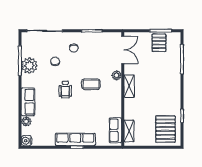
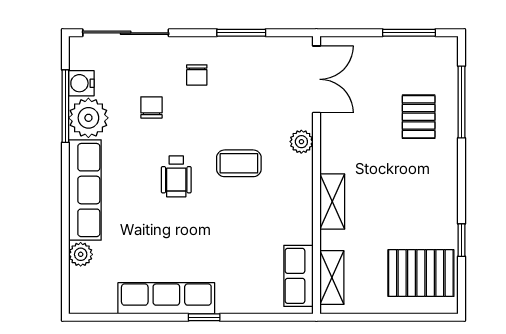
pallet: (159, 43) -> (419, 117), moved
shelving: (129, 86) -> (332, 202), moved
row of seats: (28, 102) -> (85, 190), width x1.48
pallet: (165, 129) -> (421, 273), turned 90
row of seats: (75, 139) -> (166, 298), moved
water cooler: (26, 141) -> (81, 83), moved

